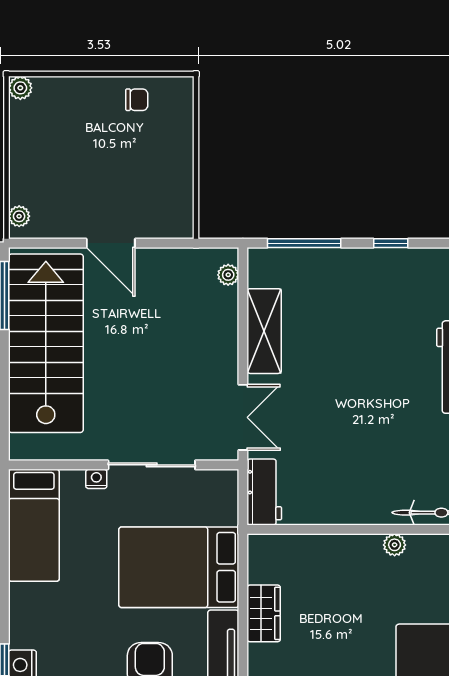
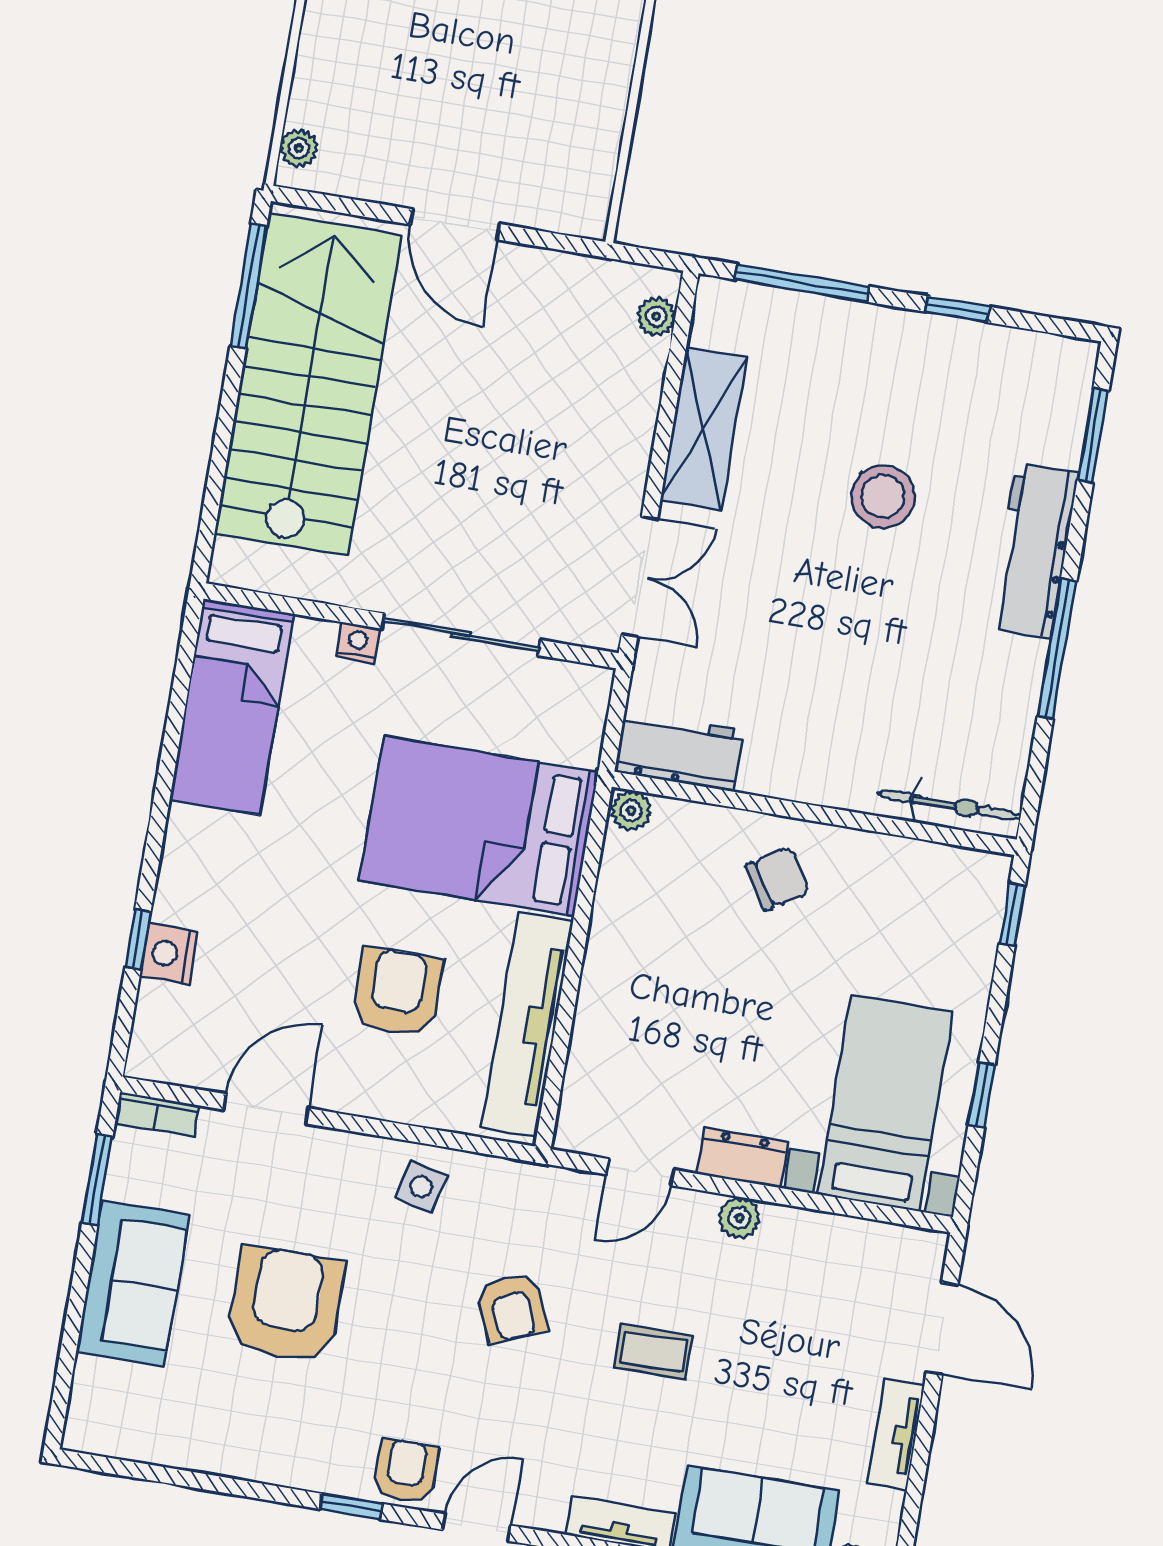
stool: (368, 351) -> (883, 496), added
workbench: (264, 492) -> (679, 751), moved, turned -90
plant: (395, 545) -> (631, 811), moved
chair: (346, 568) -> (778, 879), added
wardrobe: (264, 613) -> (617, 935), removed

